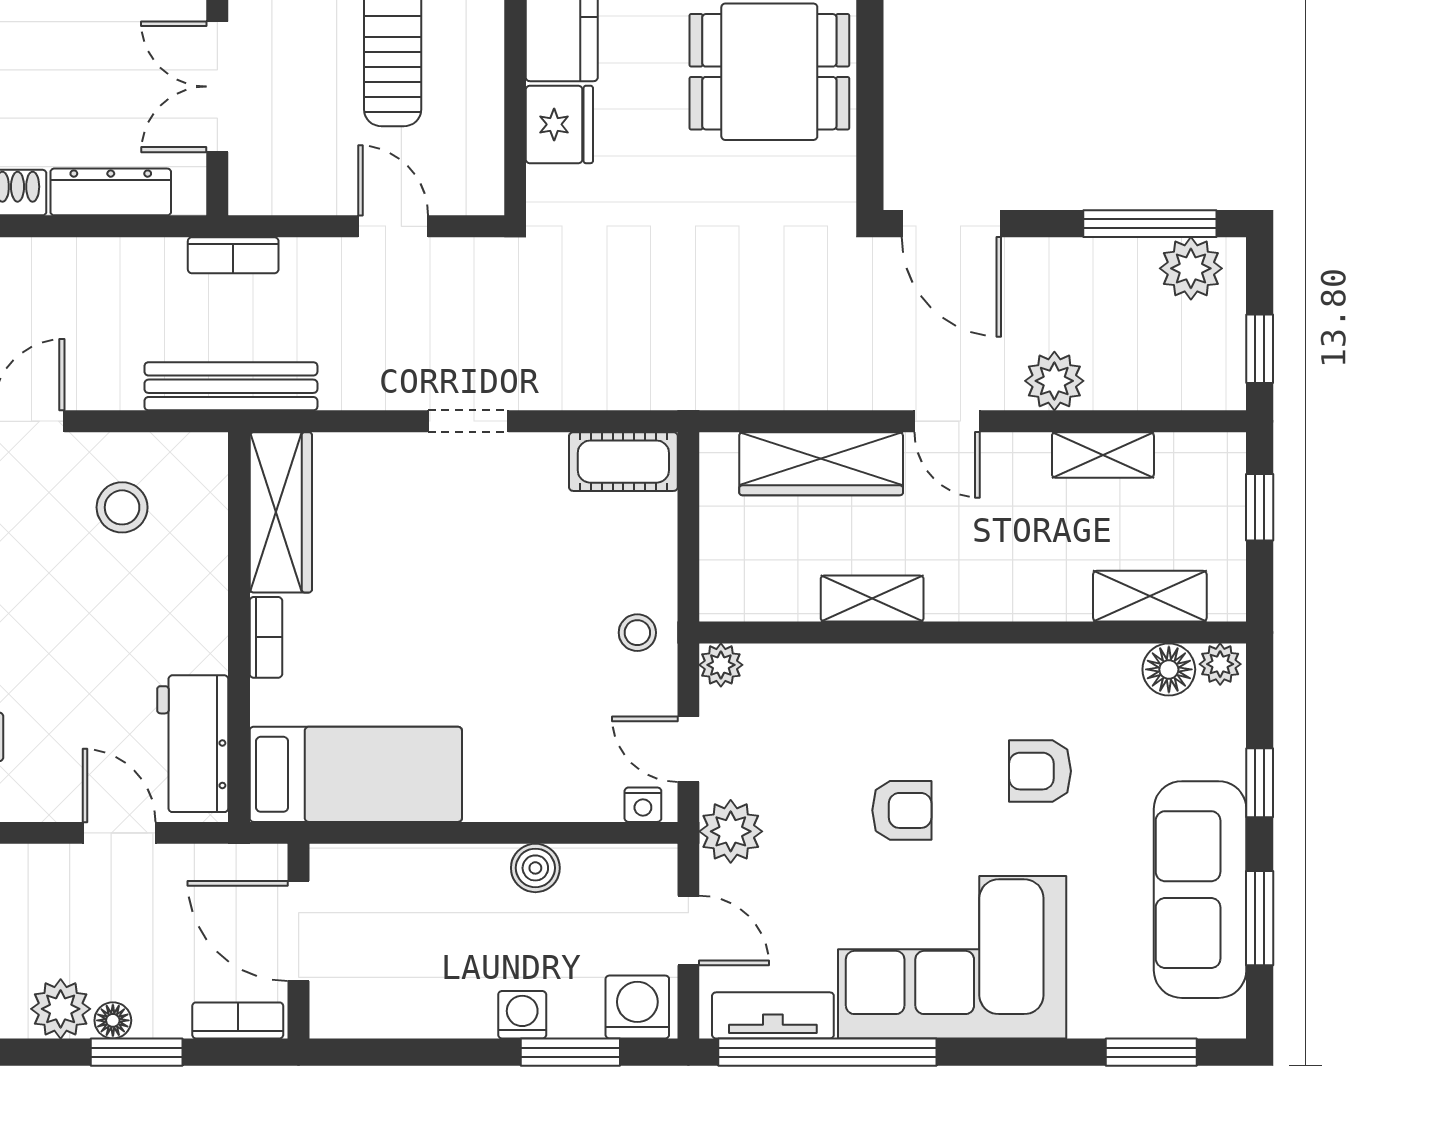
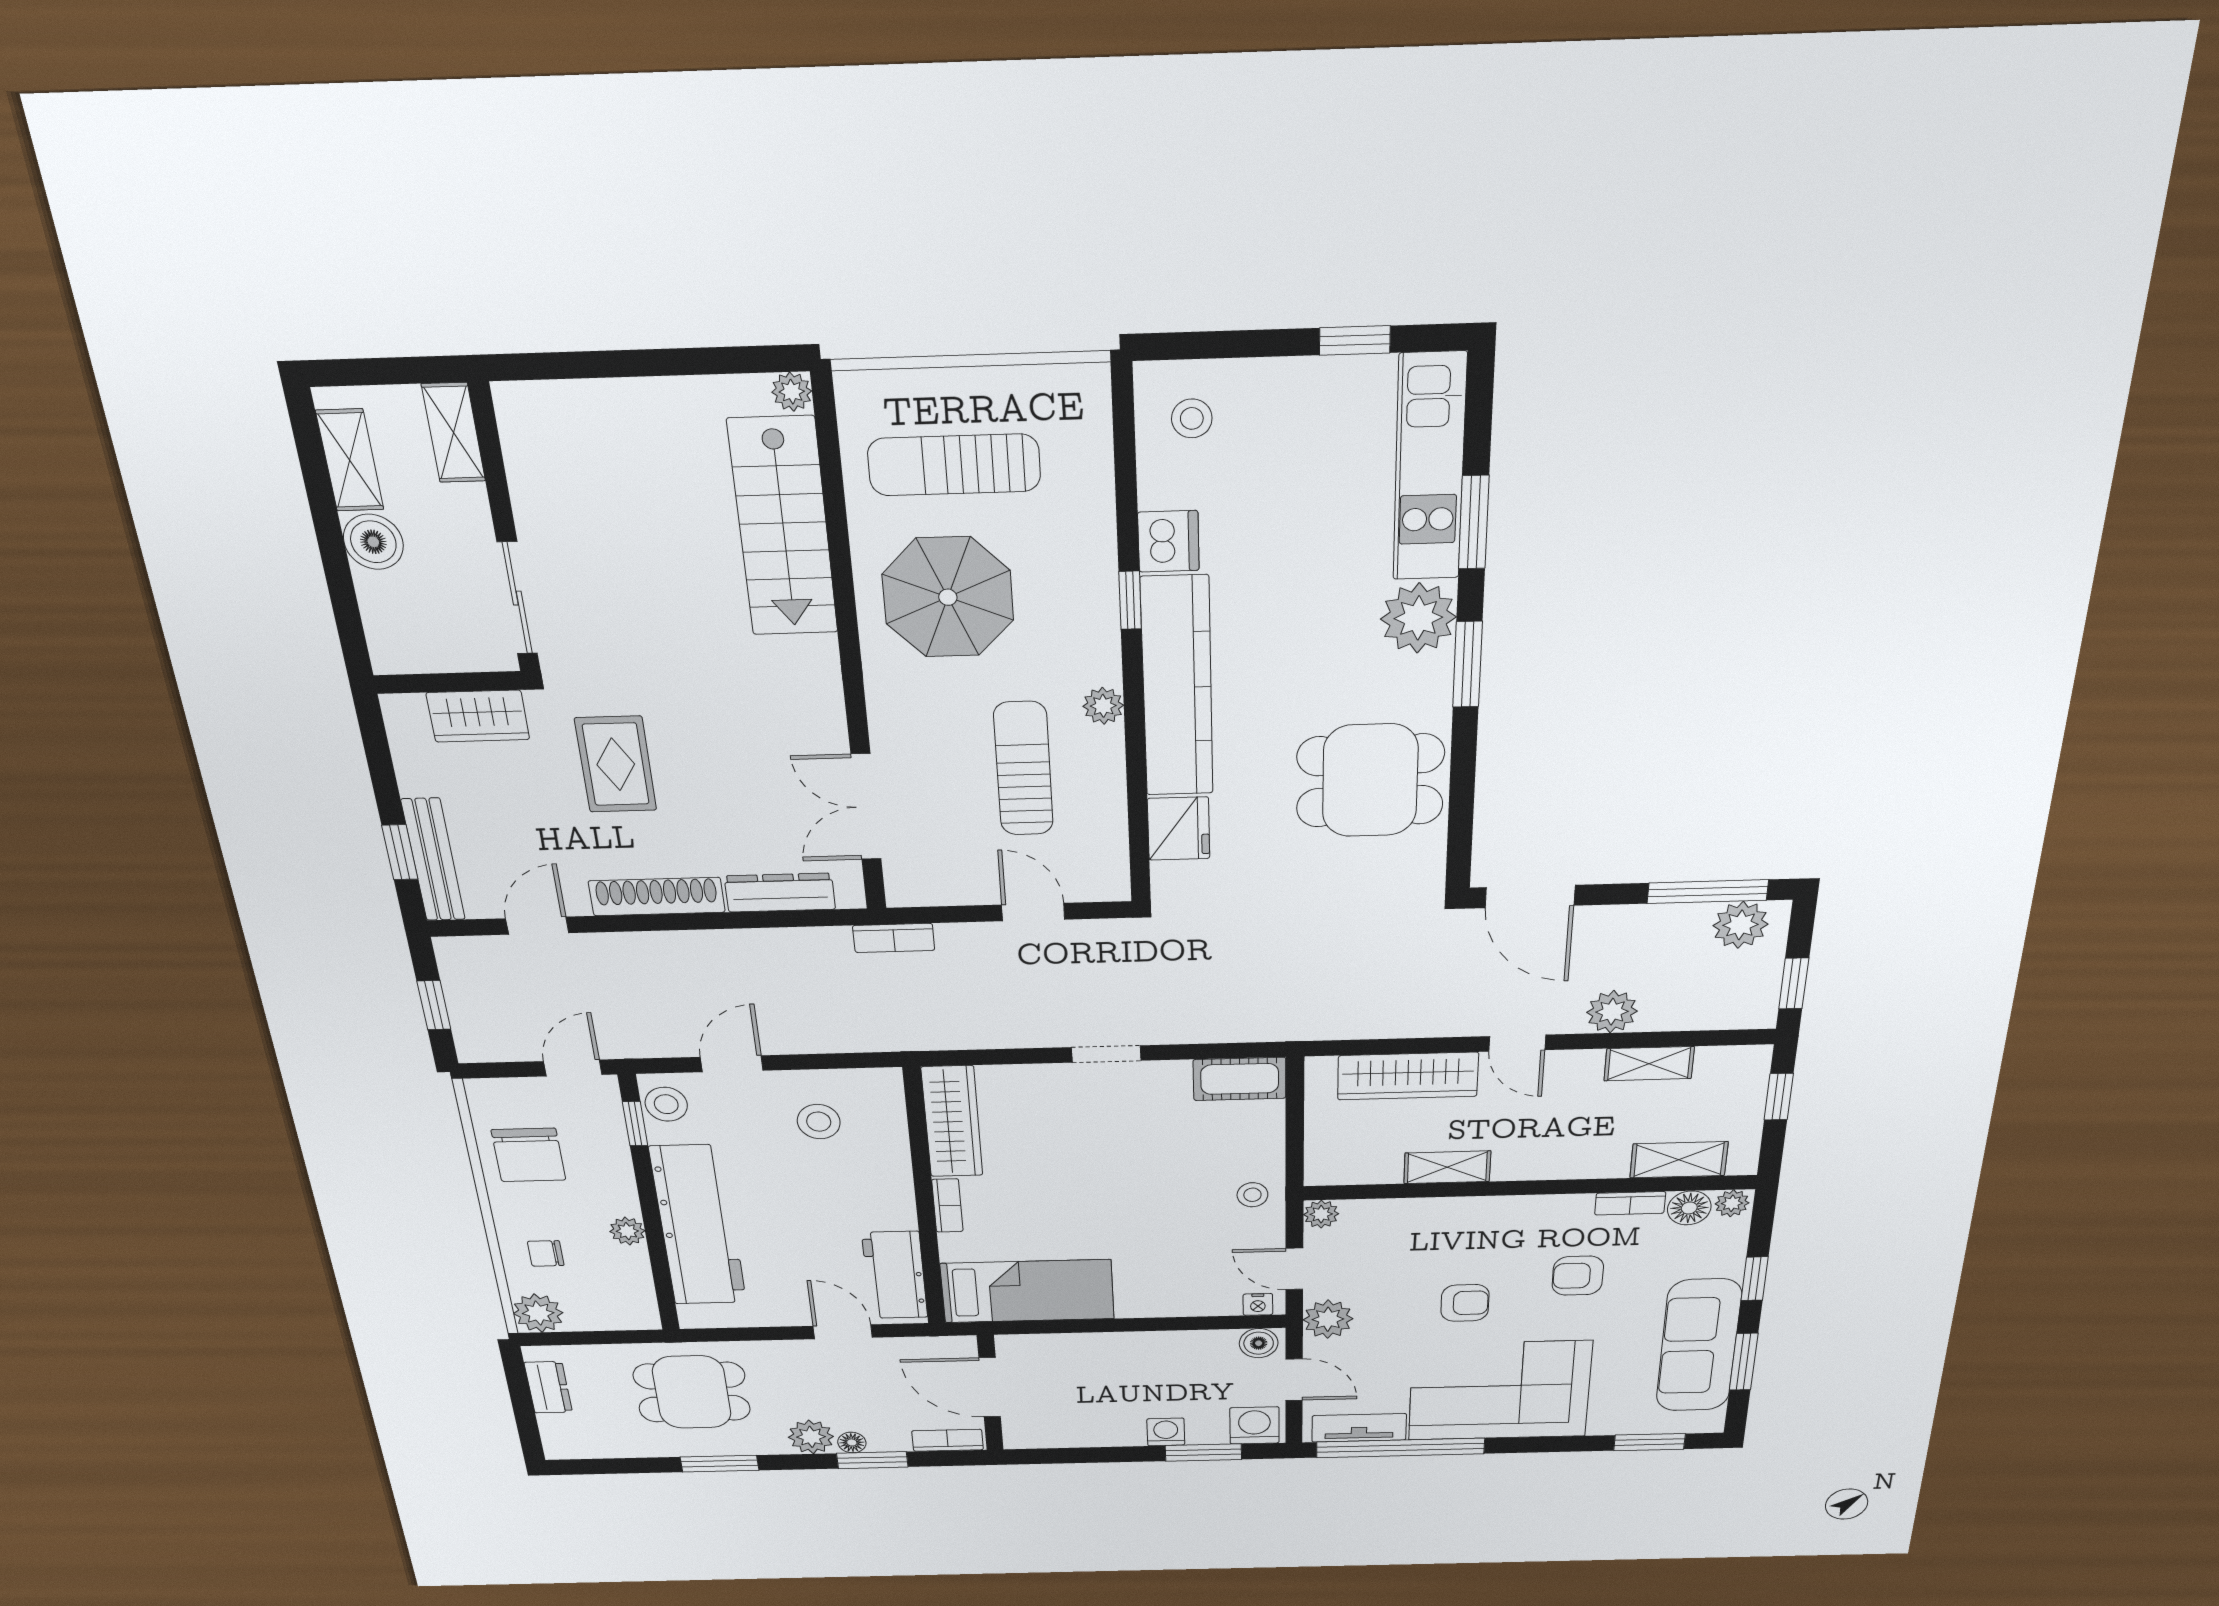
bench: (231, 386) -> (901, 1034), removed
bookcase: (1096, 660) -> (1630, 1203), added
boiler: (535, 868) -> (1259, 1343), moved

